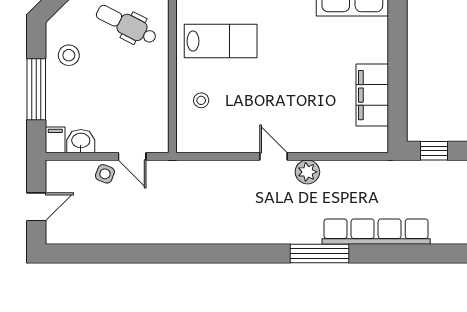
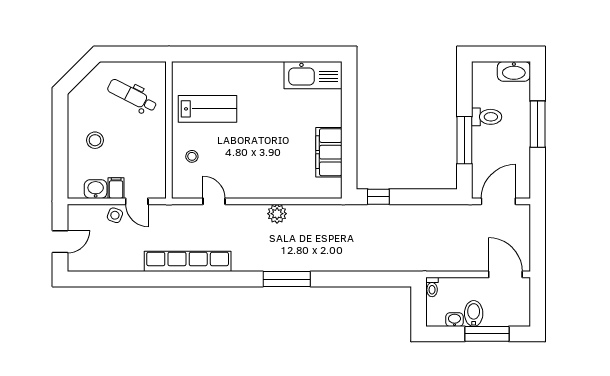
stool: (69, 55) -> (95, 140), moved
window: (36, 89) -> (60, 147), removed
filing cabinet: (55, 140) -> (116, 188), moved
door: (274, 156) -> (214, 201), moved
row of seats: (376, 232) -> (188, 261), moved

